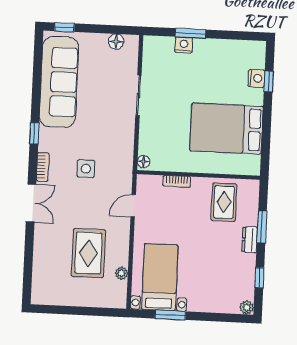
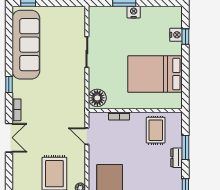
floor lamp: (116, 42) -> (68, 12), removed
nightstand: (184, 45) -> (134, 12), moved
floor lamp: (144, 162) -> (97, 98), width x1.89, depth x1.89
side table: (86, 169) -> (49, 110), removed
door: (133, 206) -> (87, 136), hinge flipped

